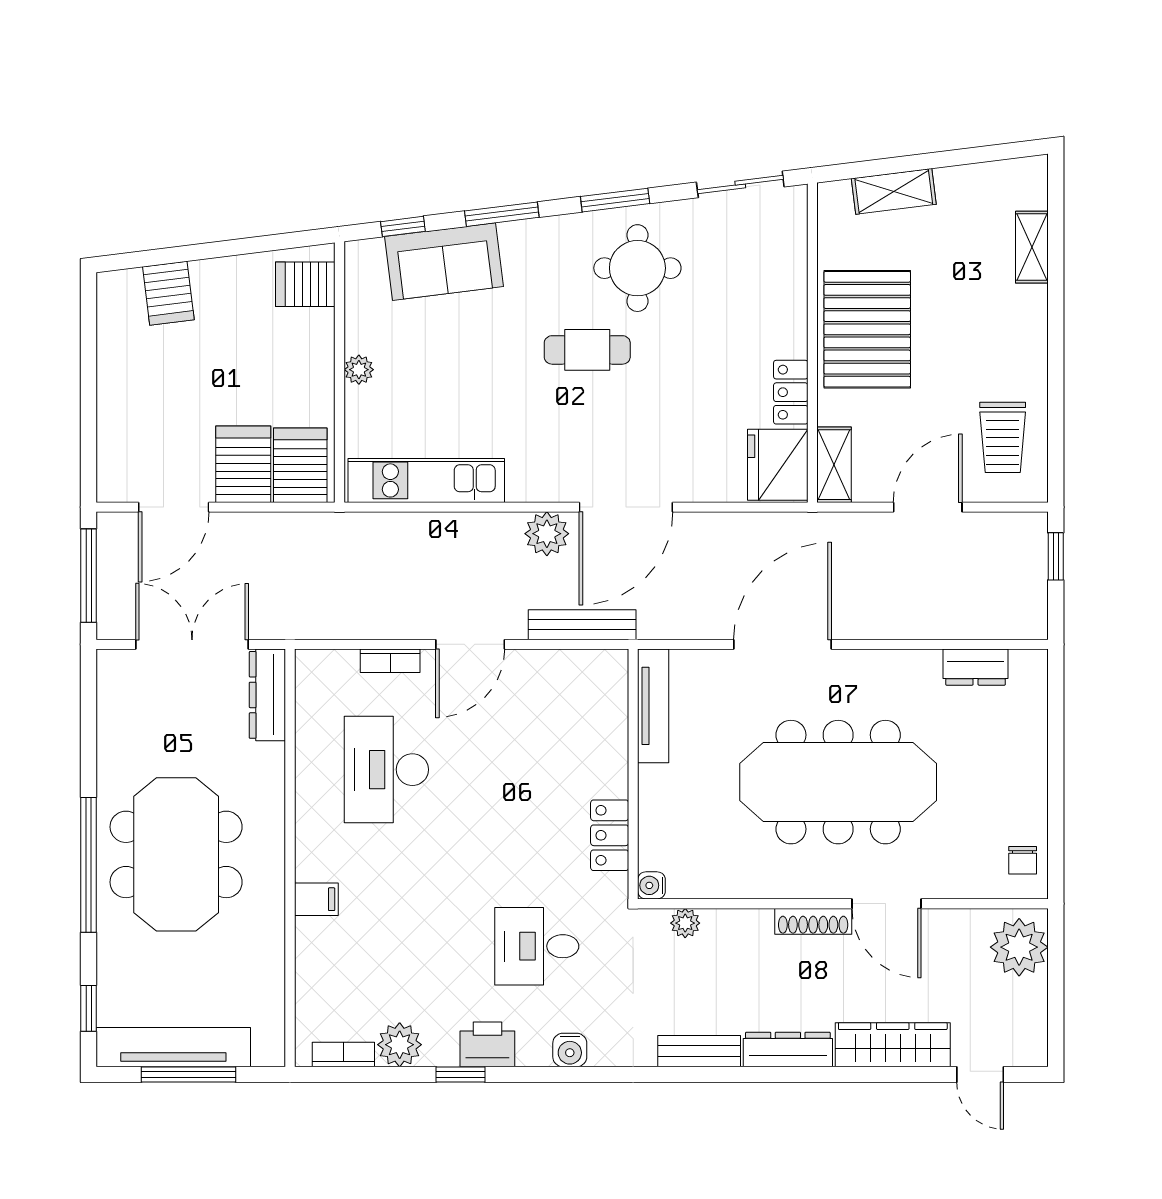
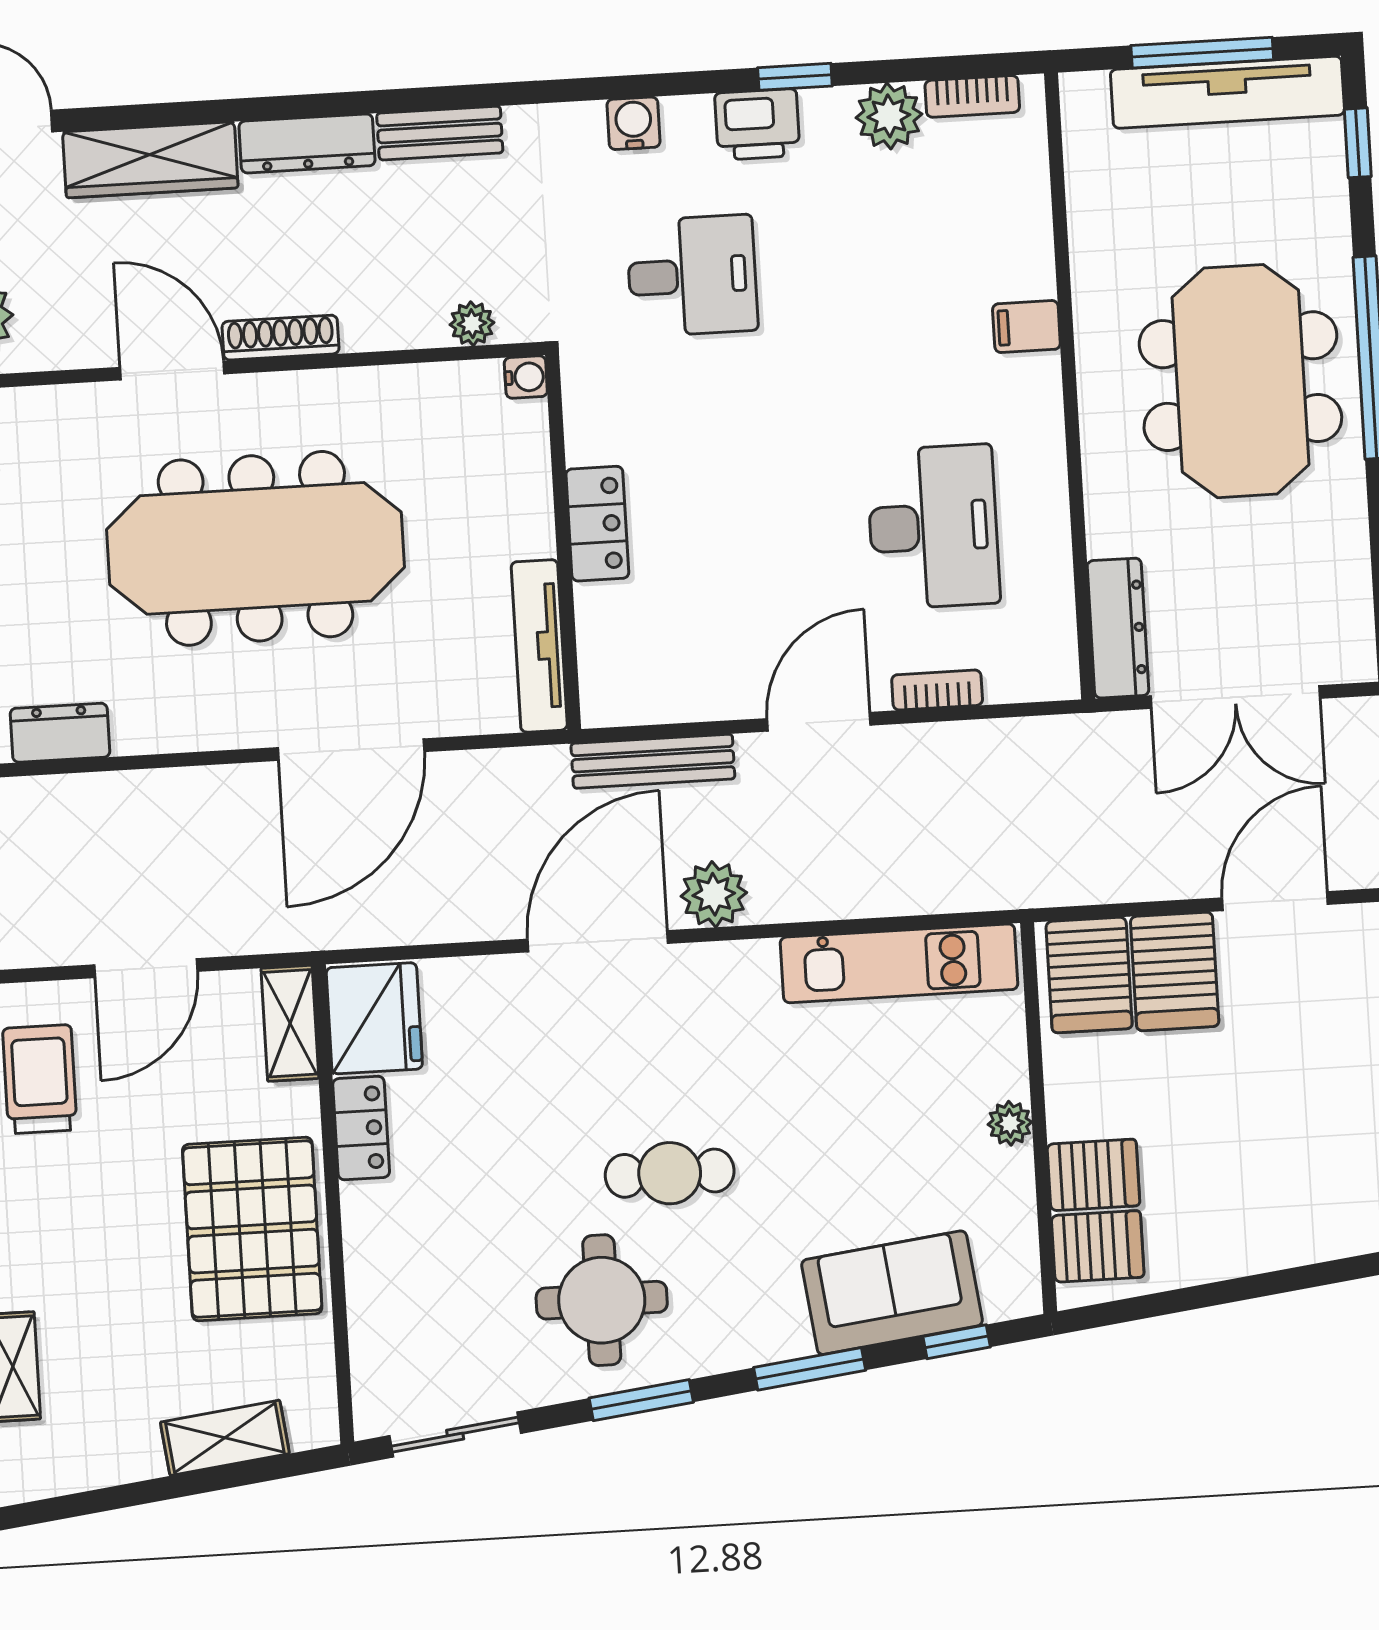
server rack: (168, 293) -> (1093, 1175), moved, turned 97
locker: (610, 835) -> (597, 524), moved

